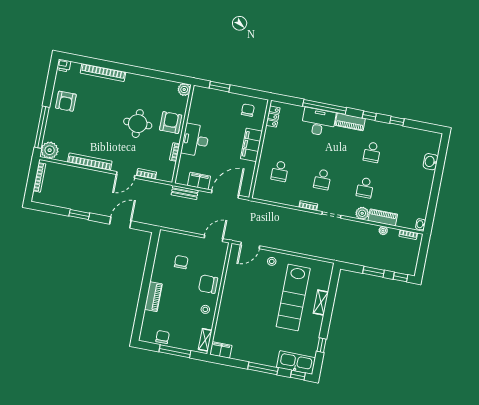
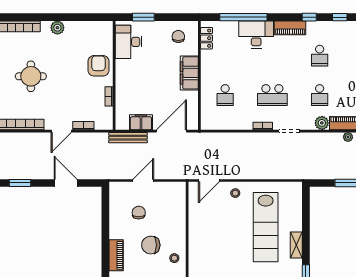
plant: (184, 90) -> (57, 28), moved
window: (325, 107) -> (243, 17), moved
round table: (138, 124) -> (31, 76), moved
desk: (195, 140) -> (129, 42), moved
school desk: (322, 179) -> (272, 95), width x1.85
bench: (185, 193) -> (128, 138), width x1.36
door: (120, 223) -> (66, 183), hinge flipped
door: (214, 238) -> (143, 181), moved
chair: (208, 284) -> (151, 245), moved
shelving: (321, 303) -> (296, 245), moved

